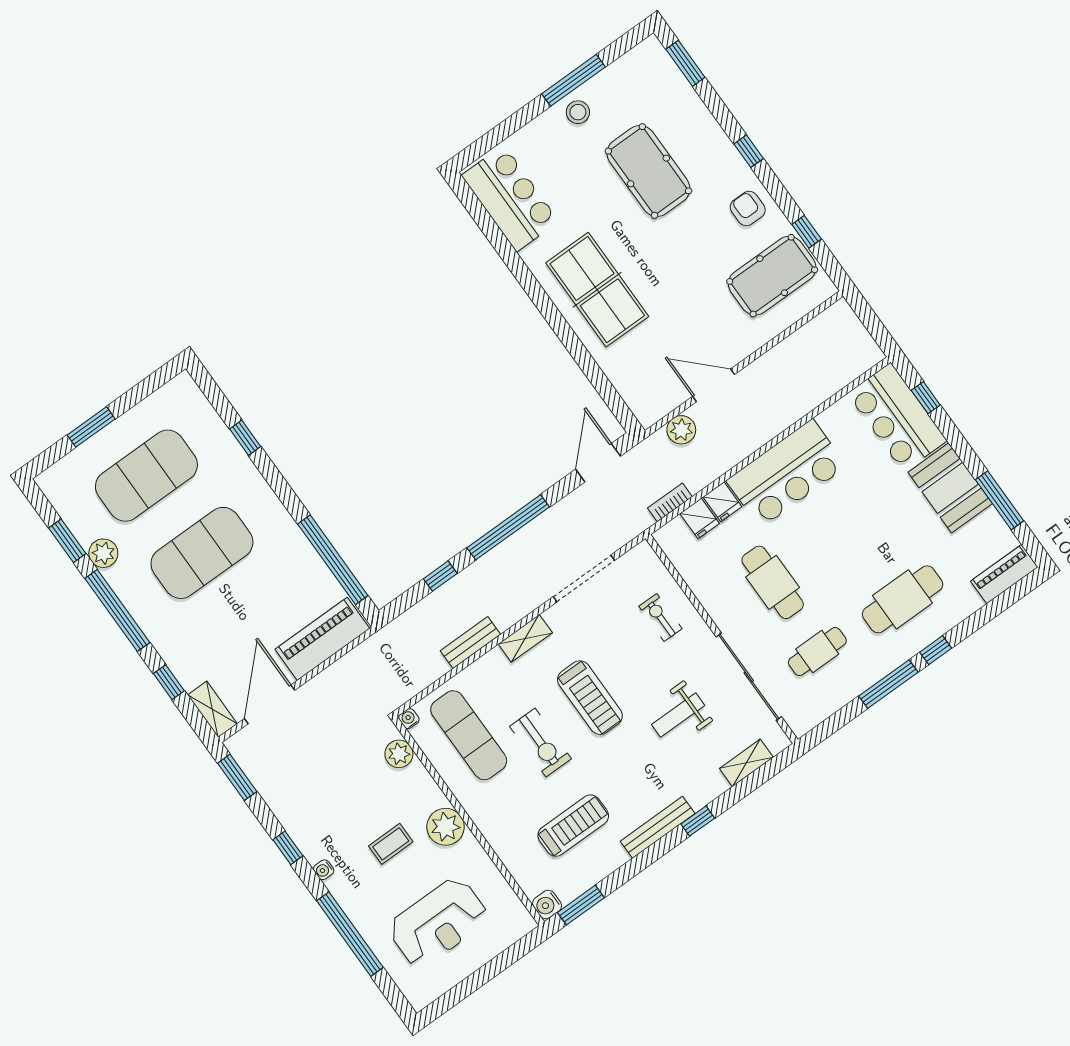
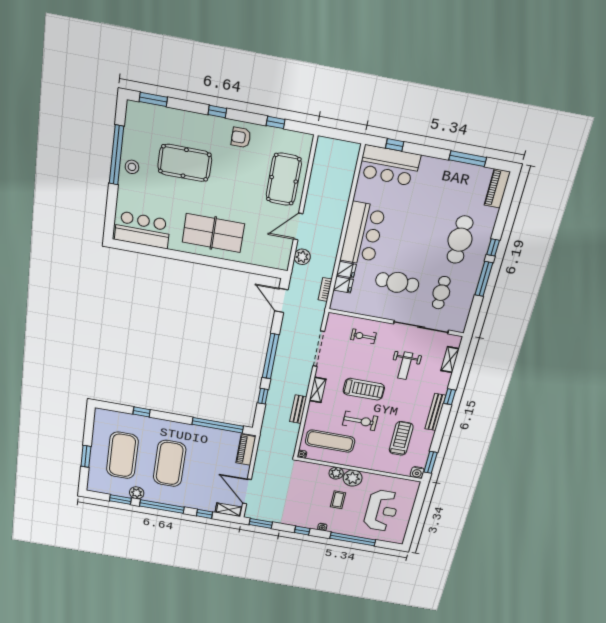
window: (573, 80) -> (116, 155), width x1.46
pool table: (772, 276) -> (284, 179), moved
booth: (950, 488) -> (440, 174), removed
piano: (322, 639) -> (246, 450), width x0.73, depth x0.75
plant: (399, 754) -> (336, 473), moved

